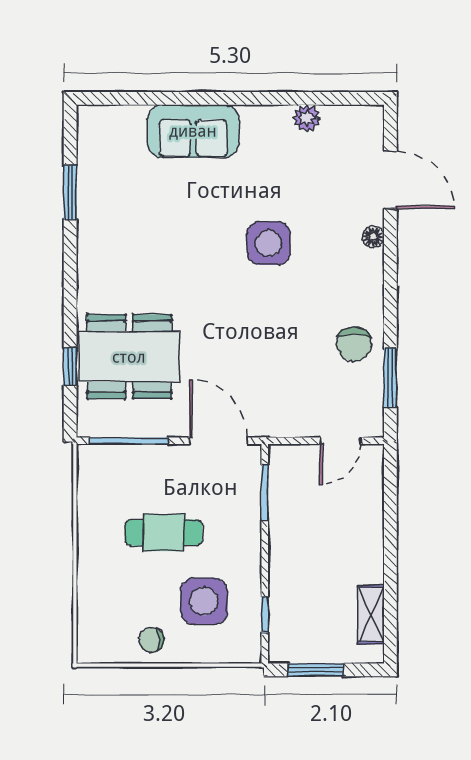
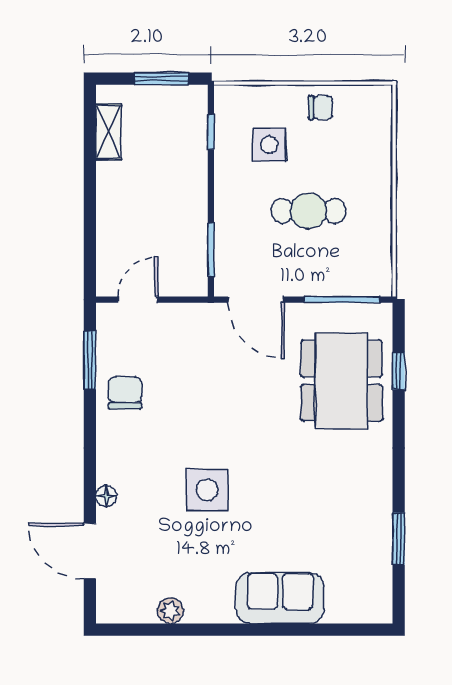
dining table: (129, 357) -> (342, 381), turned 90
side table: (204, 601) -> (269, 145), width x0.73, depth x0.73

